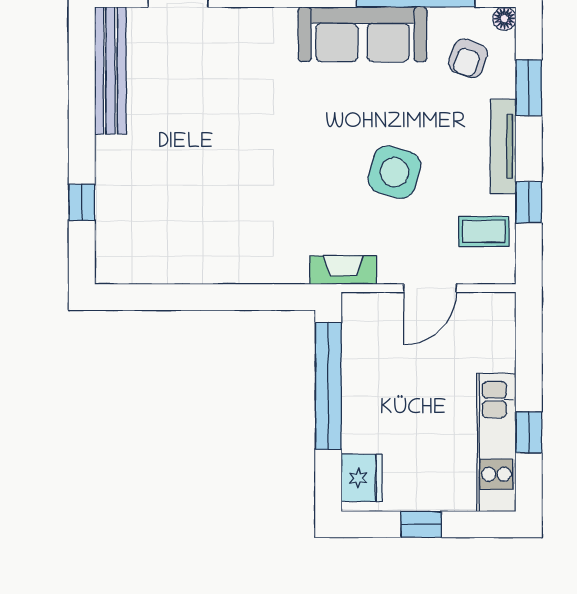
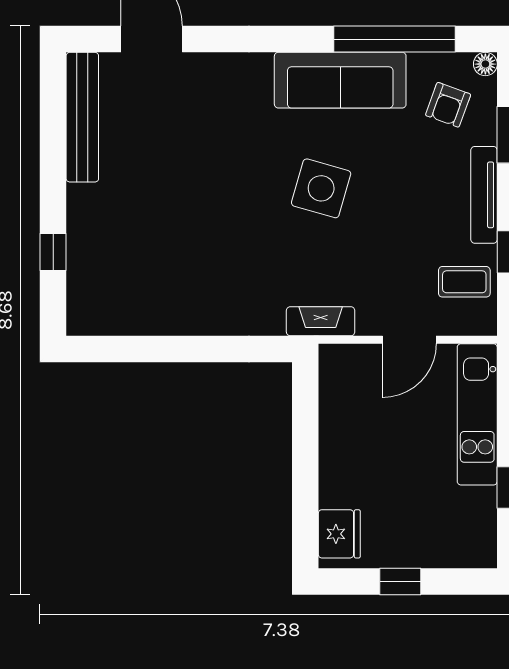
side table: (394, 172) -> (321, 188), moved
window: (328, 386) -> (305, 440), removed
kitchen unit: (496, 442) -> (477, 414), moved

